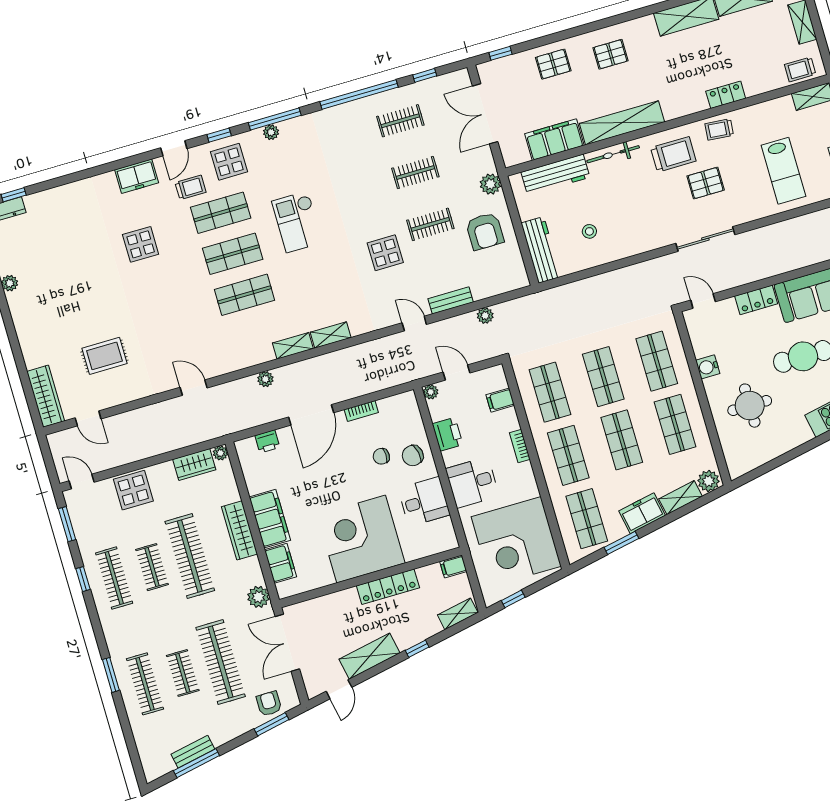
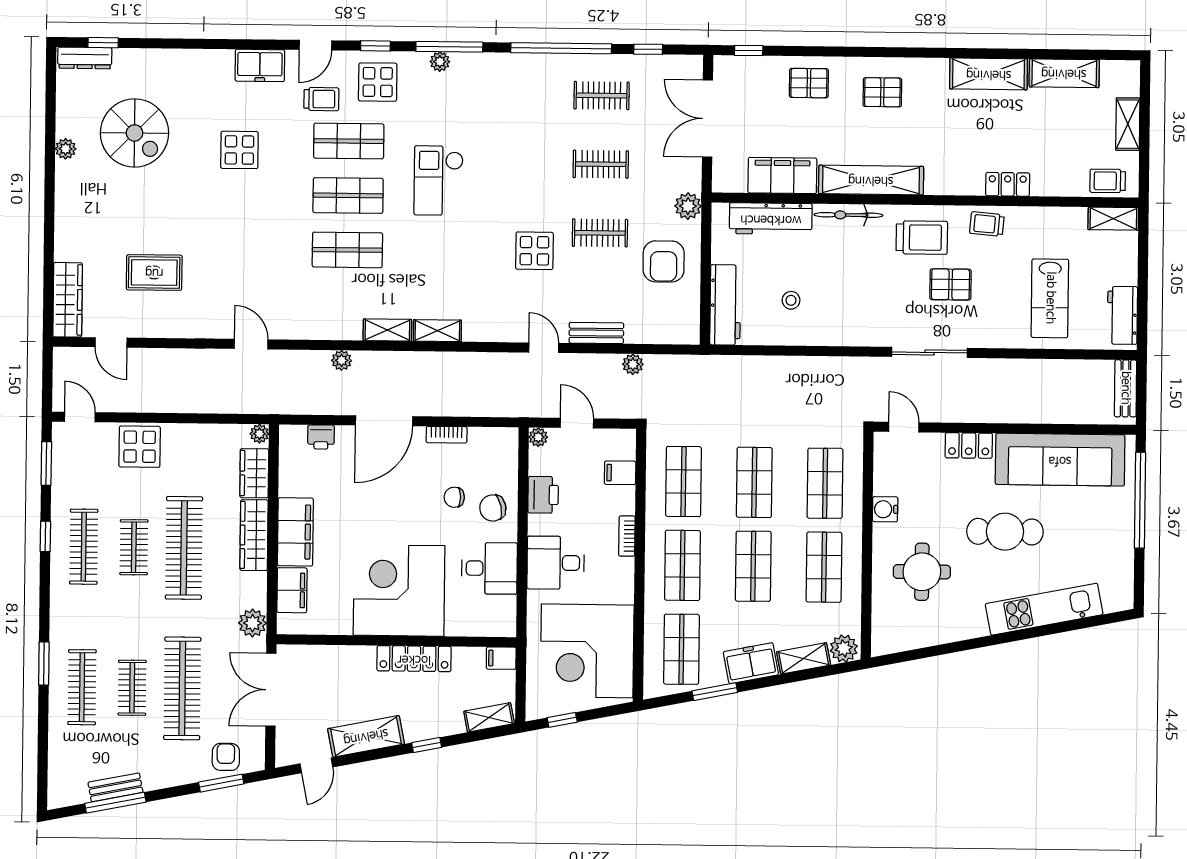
spiral stairs: (58, 256) -> (135, 133), added
wardrobe: (194, 464) -> (254, 473), moved, turned 90

